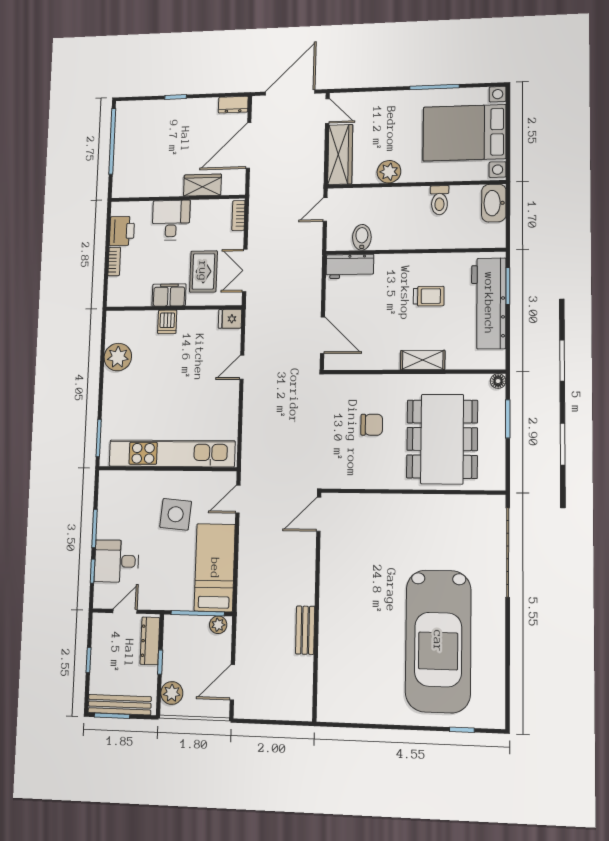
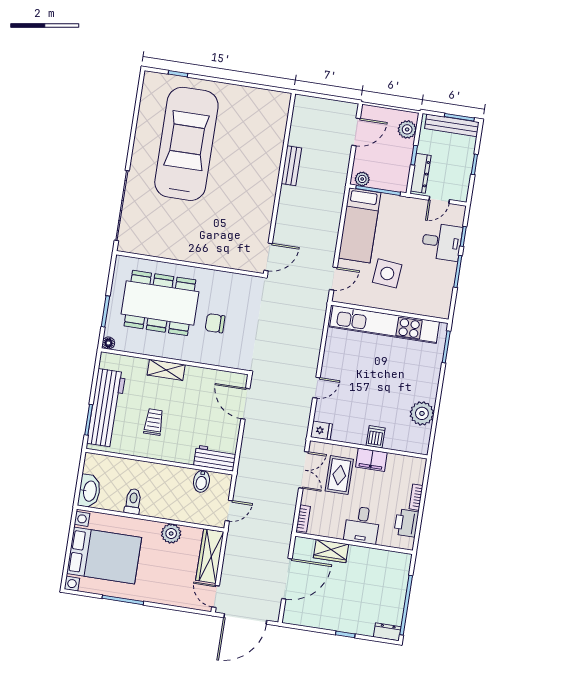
dresser: (233, 105) -> (387, 632), moved
trolley: (429, 296) -> (154, 422), turned 90
dining table: (442, 439) -> (160, 303), turned 90

